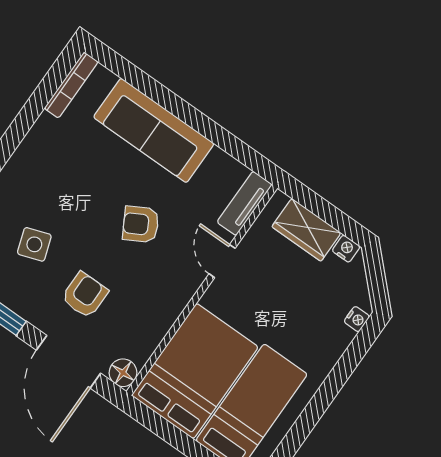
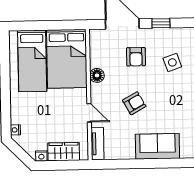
sofa: (154, 130) -> (157, 146), width x0.73
floor lamp: (123, 373) -> (97, 75), moved

